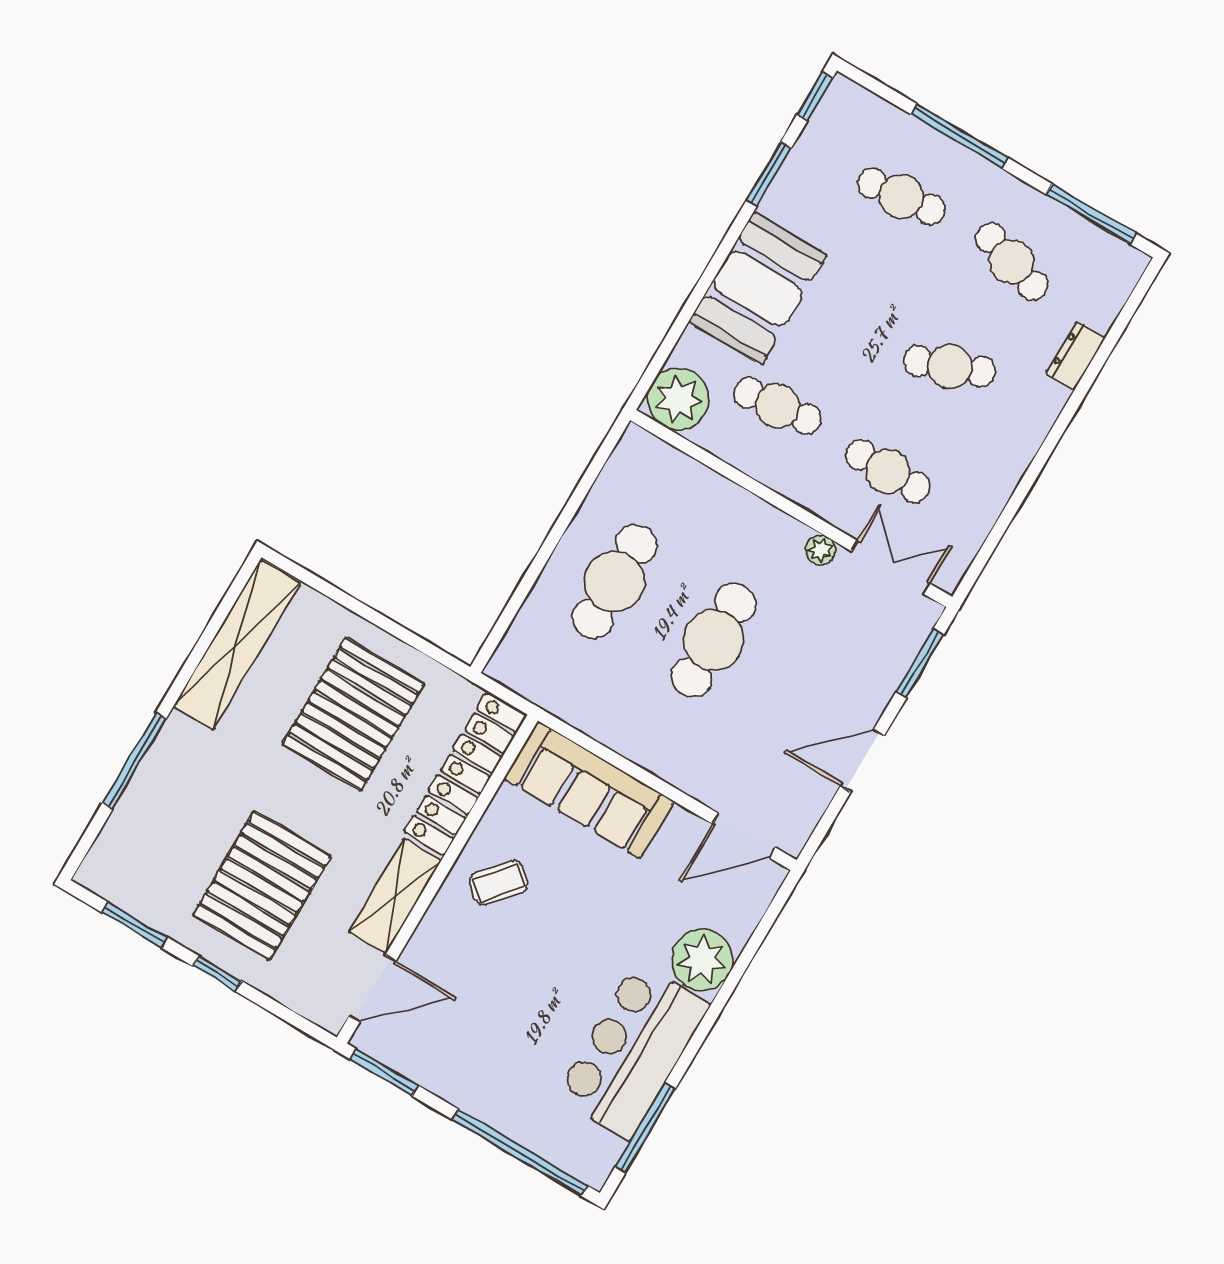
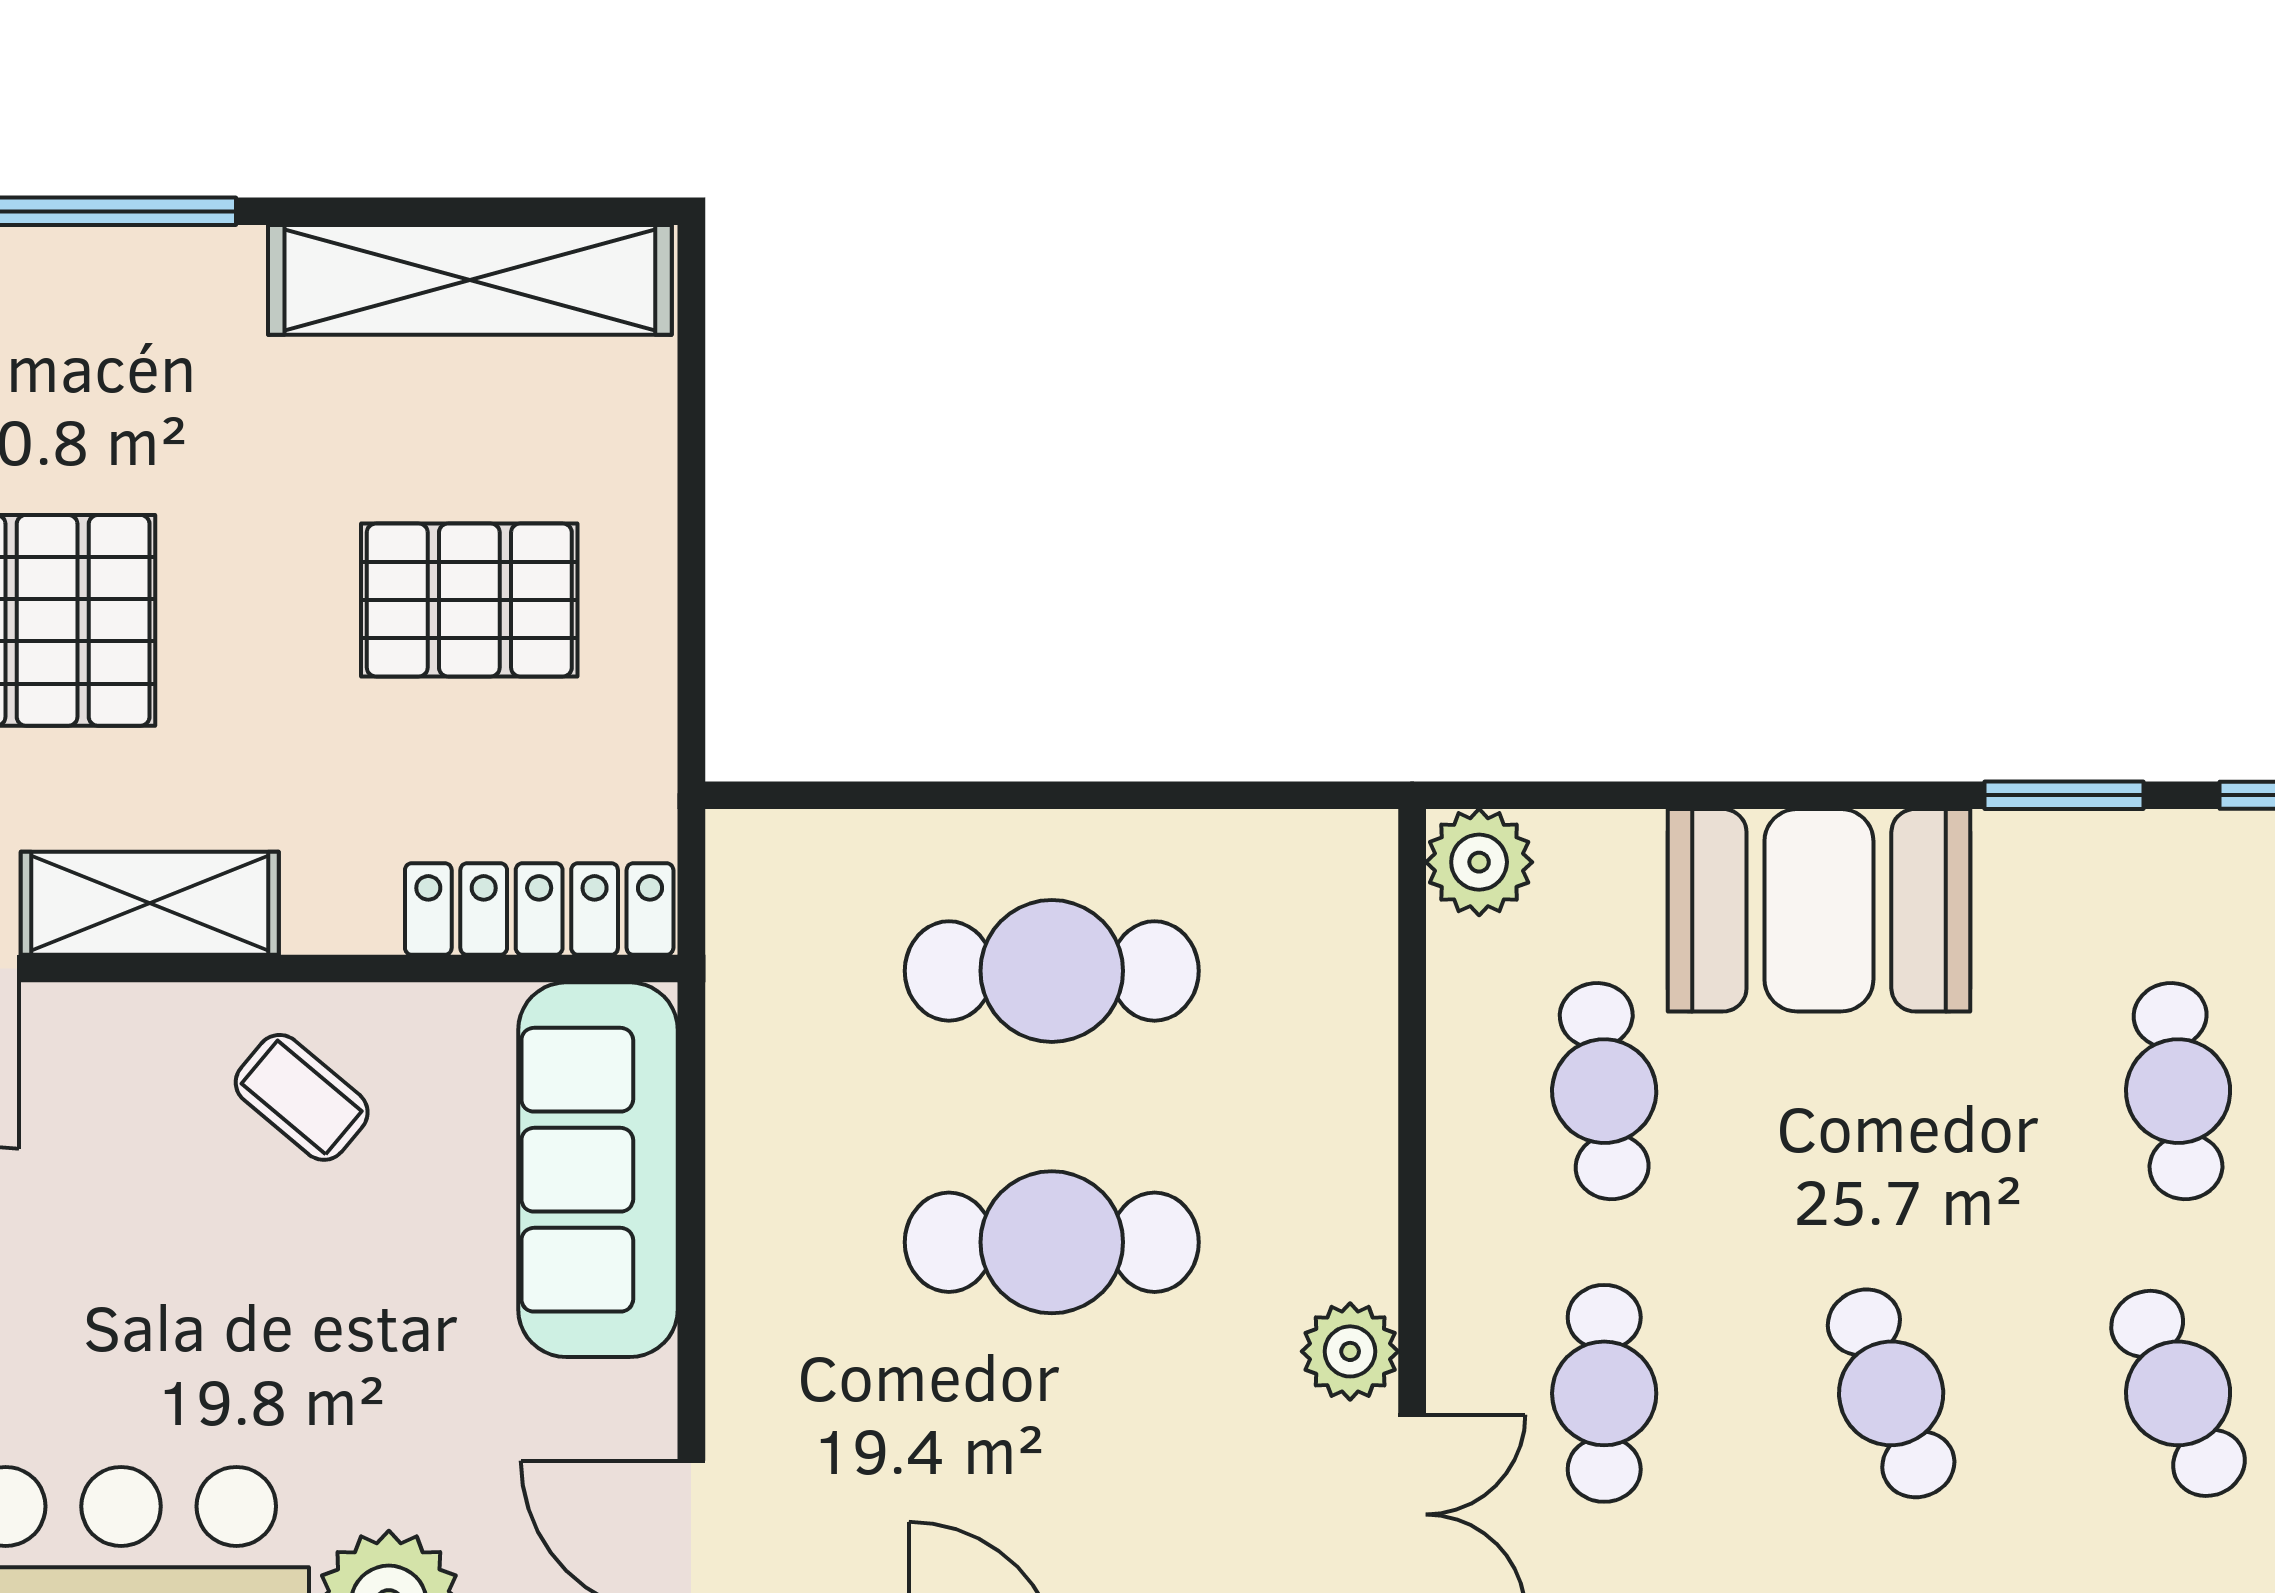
cafe table: (1012, 262) -> (2178, 1393), turned -42
plant: (678, 399) -> (1479, 862), width x0.73, depth x0.73
plant: (821, 550) -> (1350, 1351), width x1.38, depth x1.38
pallet: (353, 714) -> (469, 600), width x0.73, depth x0.71
locker: (465, 774) -> (539, 909), width x0.71, depth x0.83

